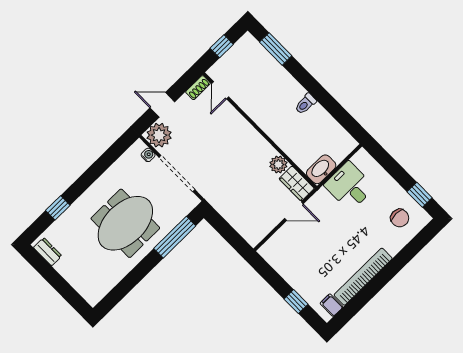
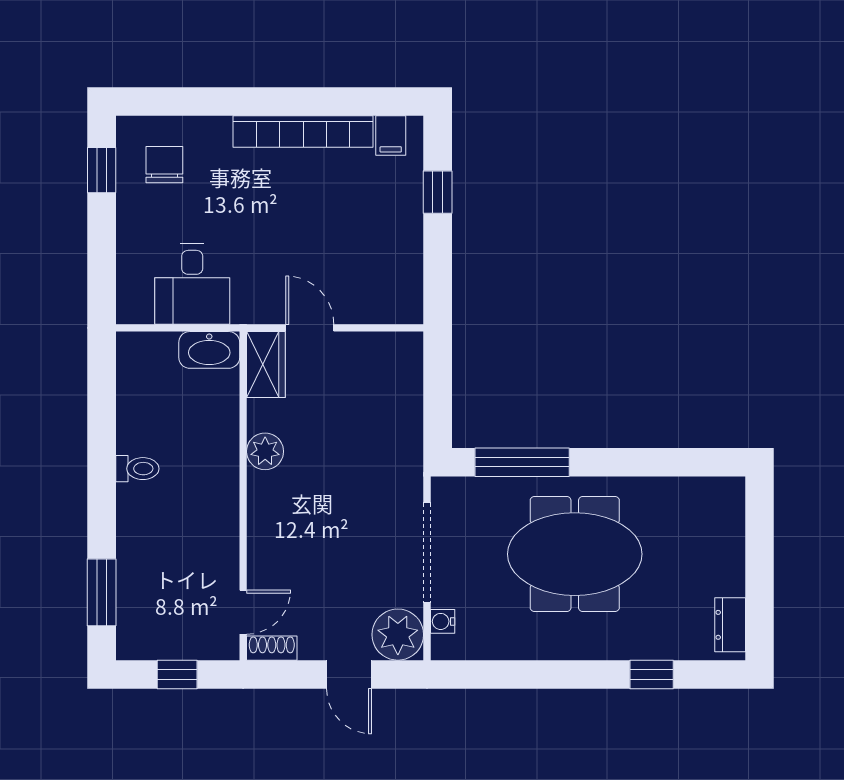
plant: (278, 164) -> (265, 451), moved

